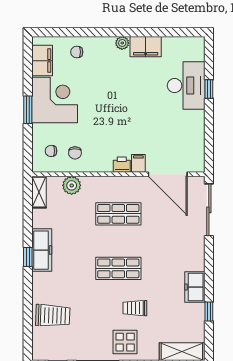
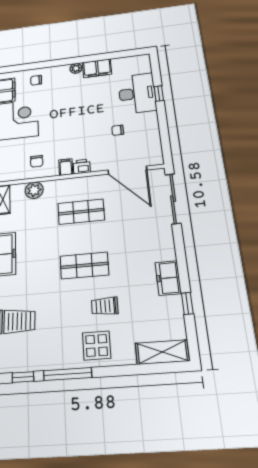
chair: (51, 151) -> (118, 130), moved
filing cabinet: (138, 163) -> (66, 167), moved

